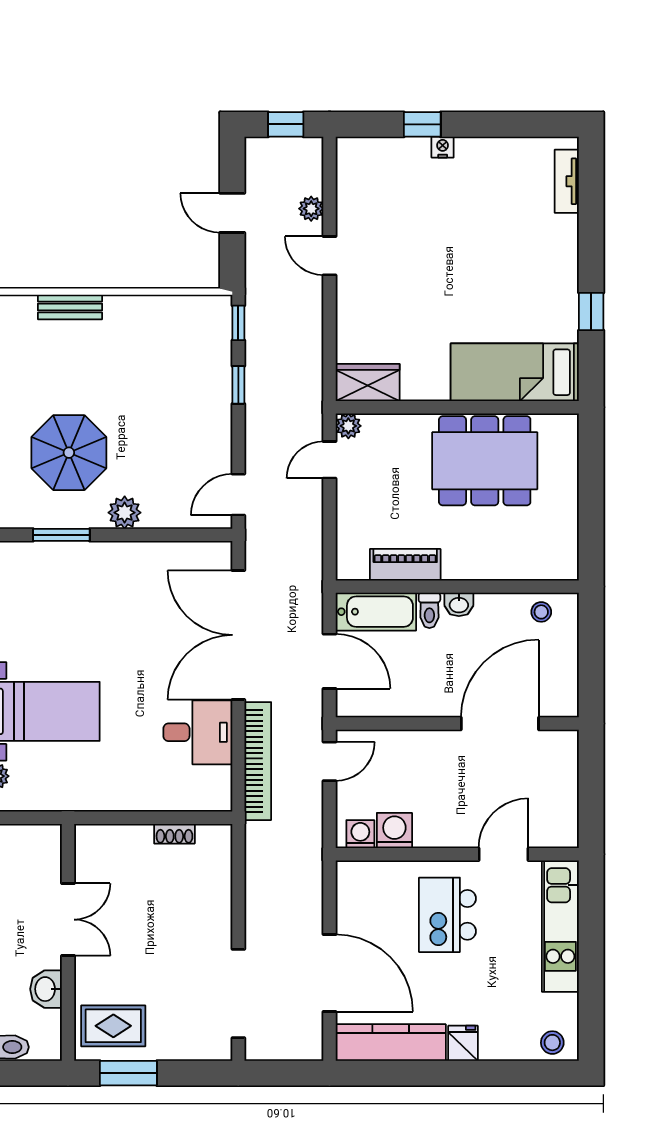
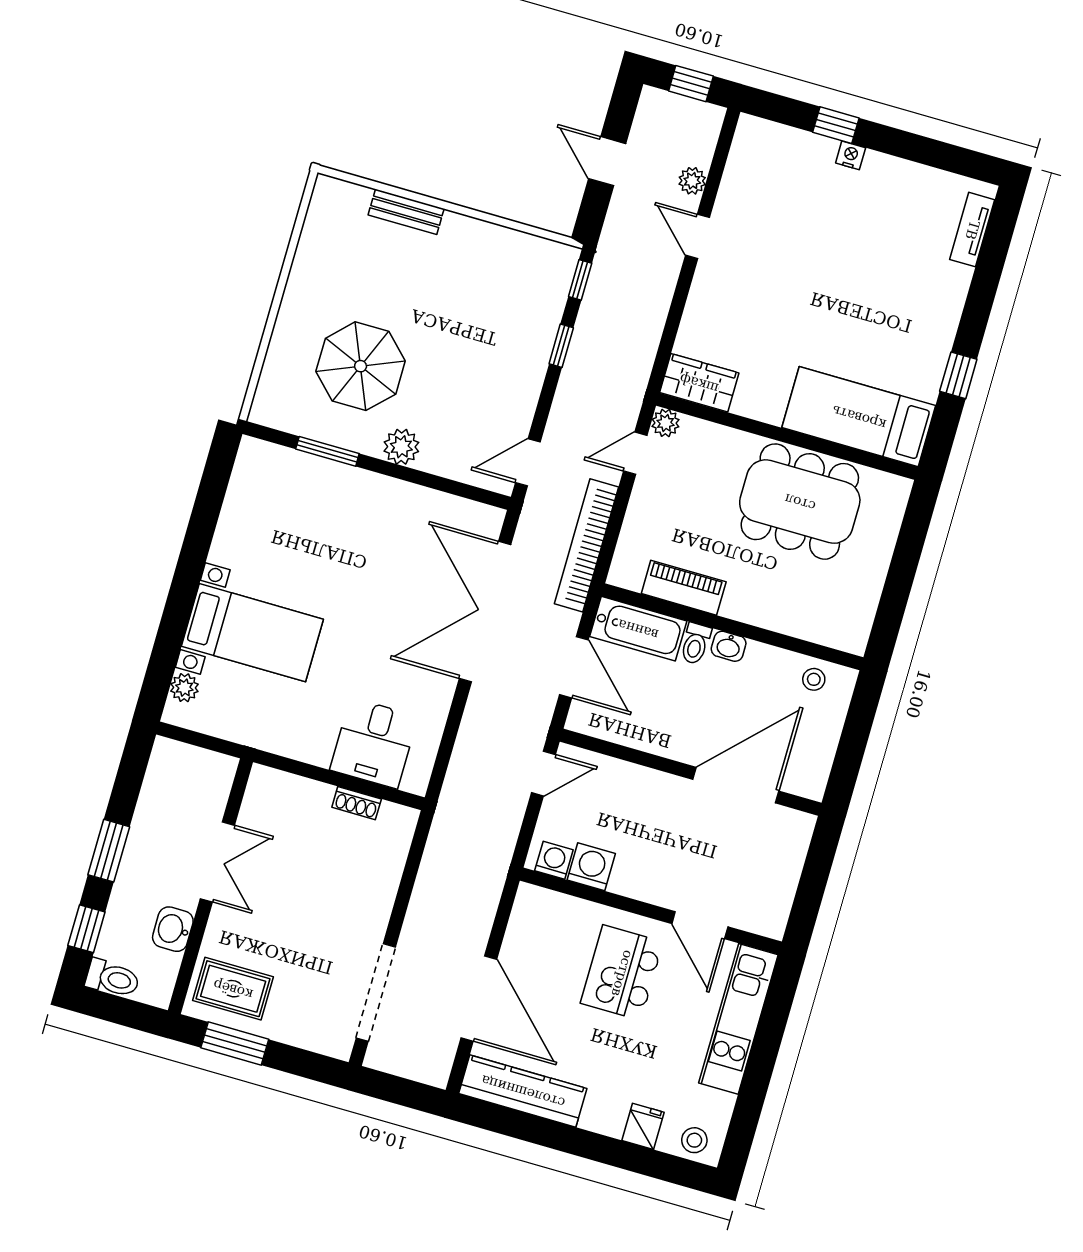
desk: (198, 732) -> (374, 743), moved, turned 90
bookcase: (258, 761) -> (586, 545), moved, turned 180
door: (503, 854) -> (700, 925), swing flipped
fridge: (463, 1043) -> (643, 1126), moved

